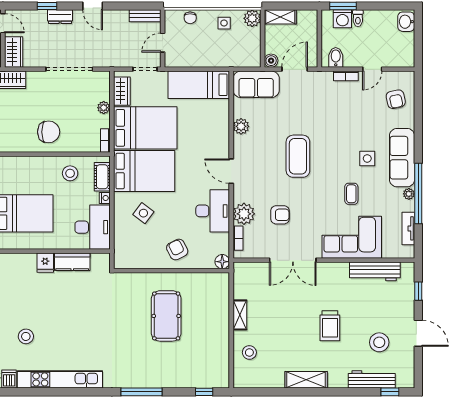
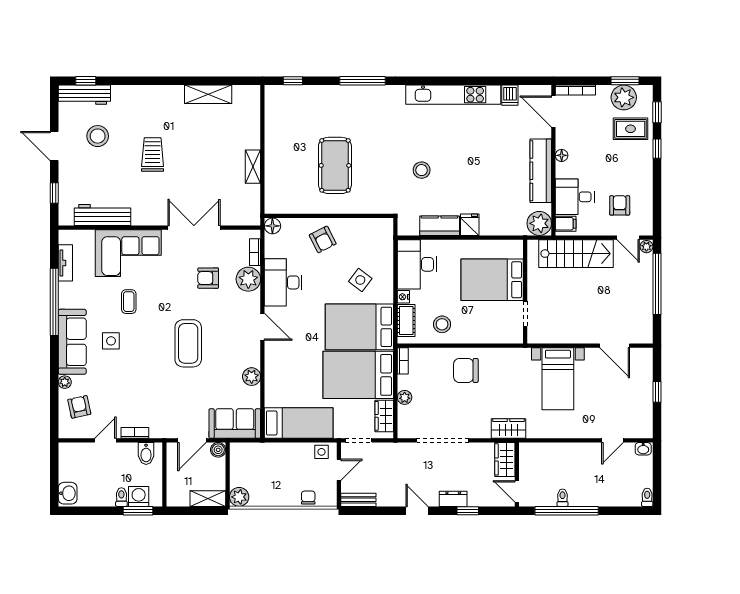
side table: (224, 23) -> (321, 452), moved
plant: (409, 194) -> (65, 382), moved
stool: (26, 336) -> (422, 170), moved
stool: (249, 352) -> (242, 125), removed
workbench: (372, 379) -> (84, 95), moved
shelving: (306, 380) -> (208, 94), moved

